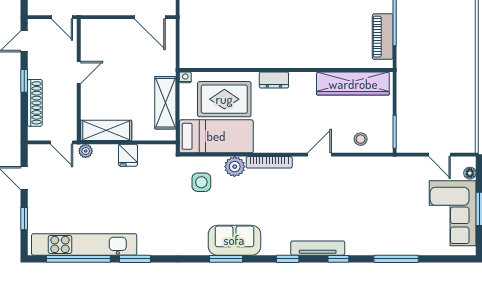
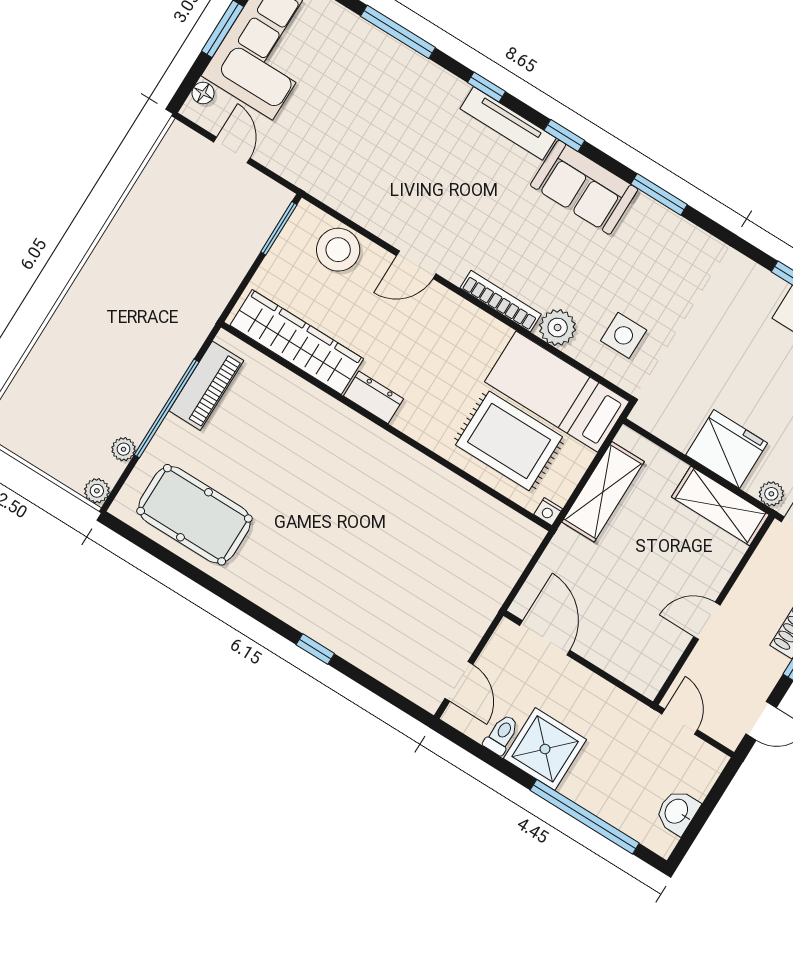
dresser: (274, 80) -> (373, 397), moved
stool: (361, 139) -> (338, 250), width x1.89, depth x1.89
fridge: (128, 155) -> (727, 449), width x1.88, depth x1.34
sofa: (234, 240) -> (584, 187), moved

